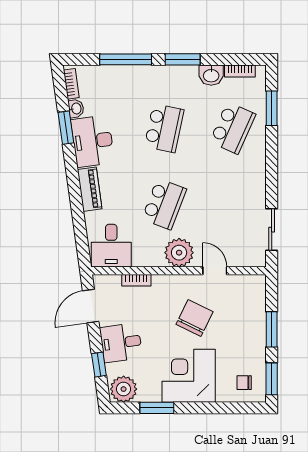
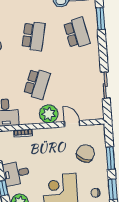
school desk: (233, 128) -> (77, 33), turned -36
sliding door: (272, 230) -> (105, 85), moved
chair: (195, 318) -> (85, 153), moved

